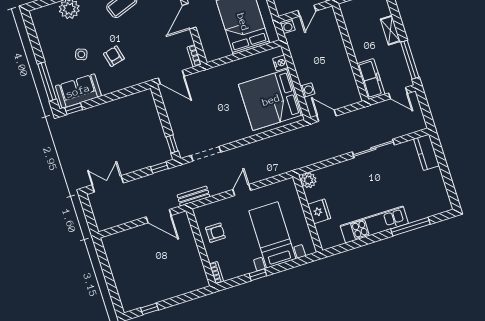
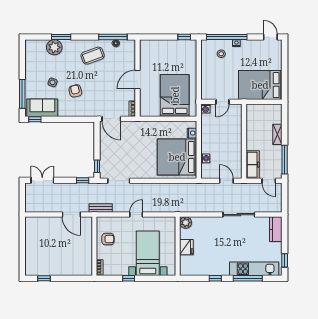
door: (327, 116) -> (226, 181), moved
window: (450, 189) -> (285, 260), added
kitchen unit: (374, 225) -> (254, 269), moved
window: (369, 240) -> (215, 278), added

